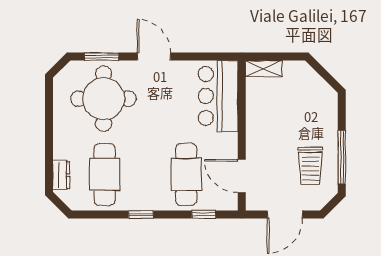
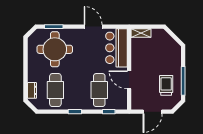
door: (154, 57) -> (93, 27), moved
trolley: (310, 166) -> (166, 85), turned 180
door: (242, 176) -> (129, 80), moved

